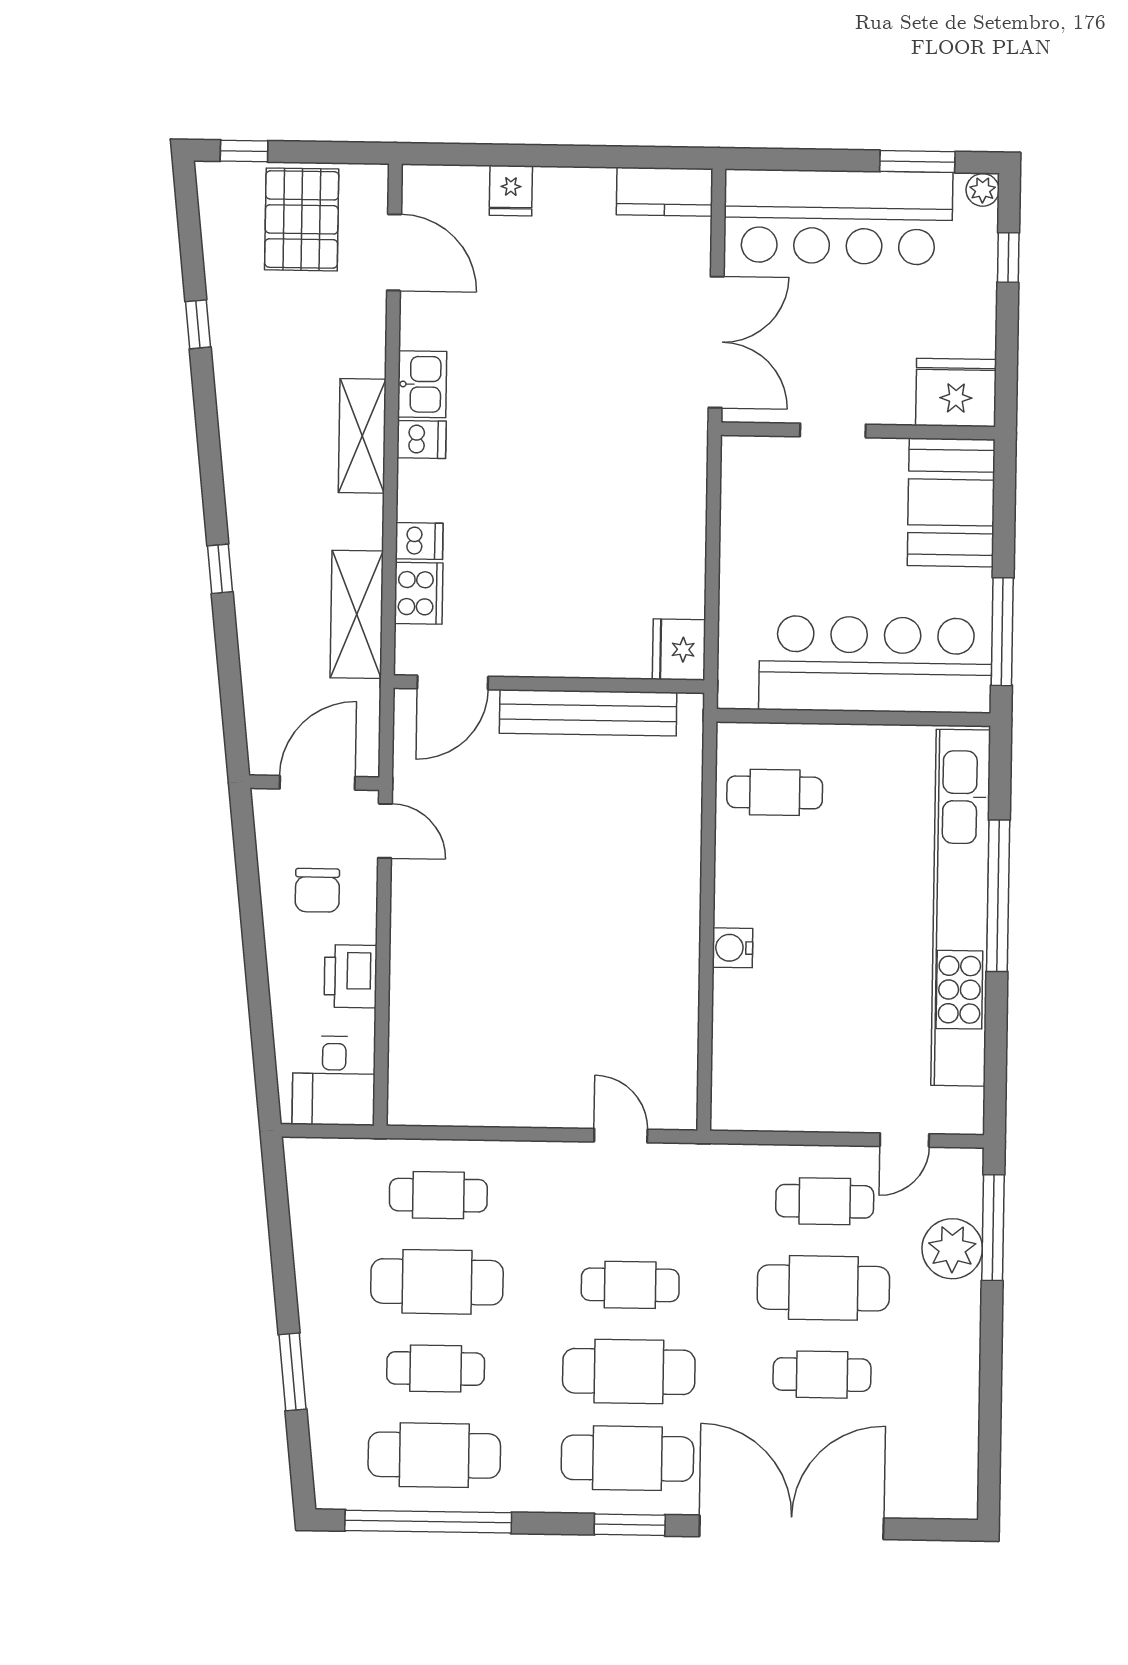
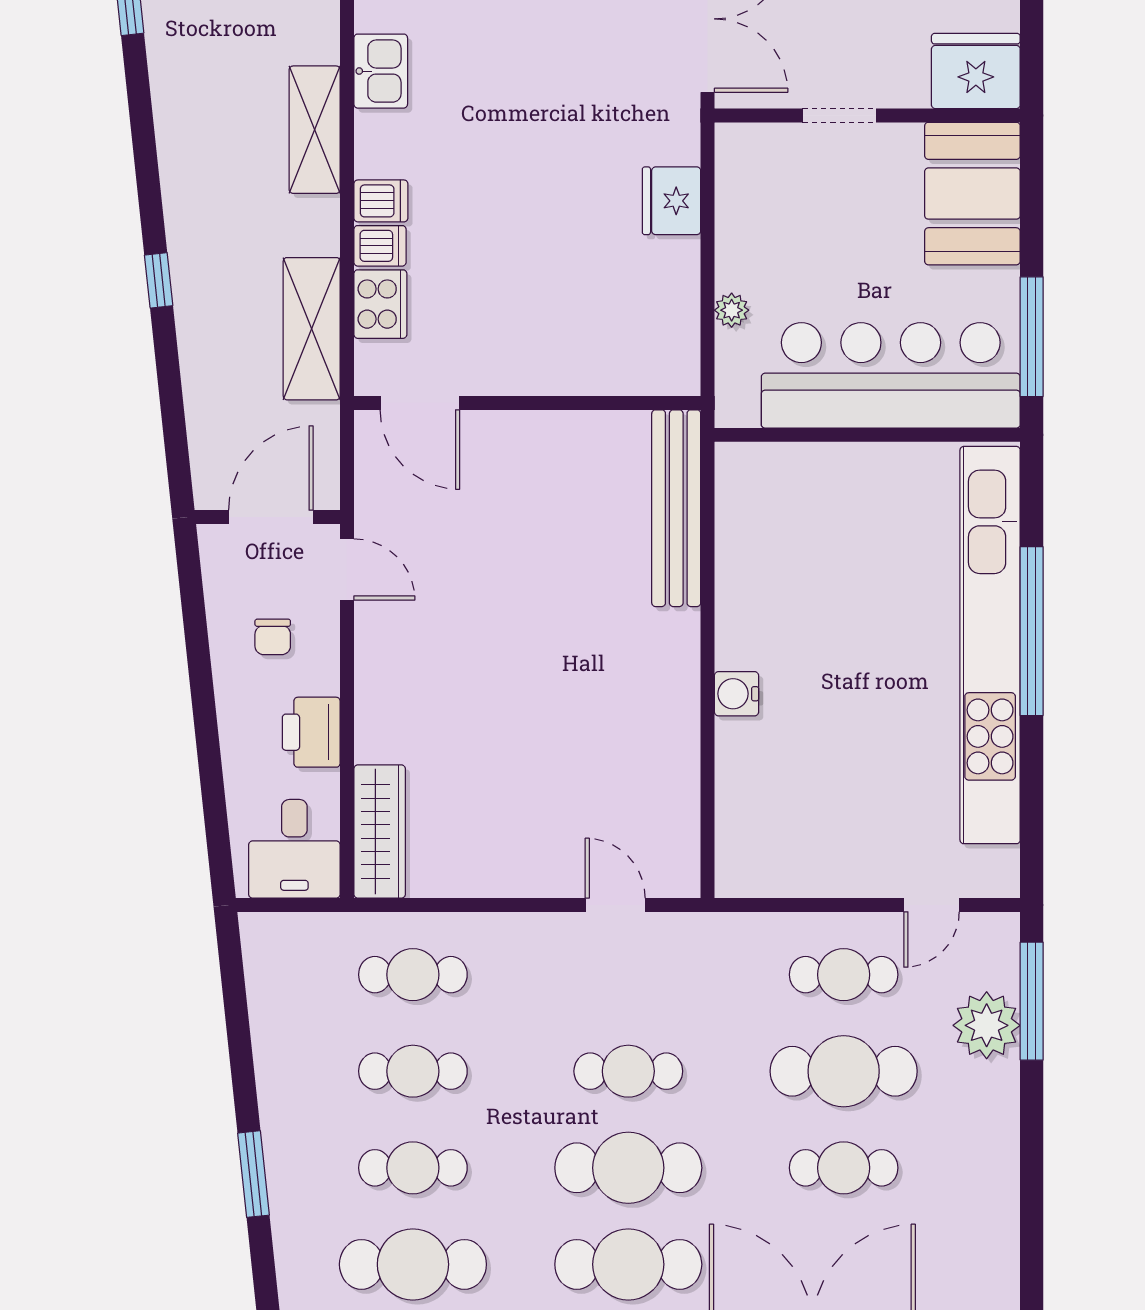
dishwasher: (421, 440) -> (381, 201), moved
plant: (734, 604) -> (732, 310), added
fridge: (679, 650) -> (672, 201), moved
door: (453, 682) -> (420, 403), hinge flipped
bench: (588, 713) -> (676, 508), moved, turned 90
cafe table: (775, 792) -> (781, 520), removed
chair: (317, 890) -> (273, 637), width x0.73, depth x0.73
wardrobe: (410, 1066) -> (380, 832), added
cafe table: (437, 1282) -> (413, 1071), width x0.73, depth x0.74

